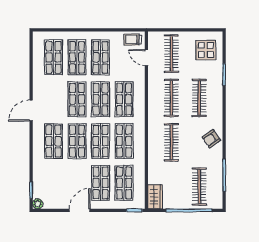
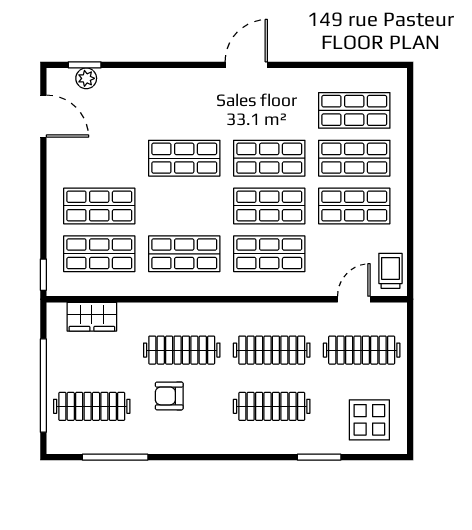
door: (31, 111) -> (246, 65), hinge flipped
armchair: (211, 139) -> (169, 396), moved, turned -55
shop shelf: (53, 141) -> (184, 110), removed
shop shelf: (101, 141) -> (184, 206), removed
wardrobe: (155, 197) -> (92, 317), moved
plant: (38, 204) -> (86, 78), moved
door: (80, 210) -> (43, 116), moved

